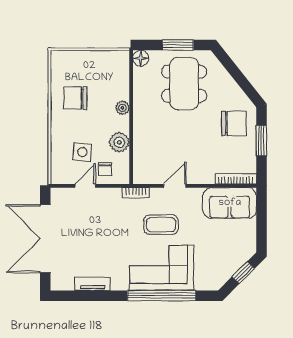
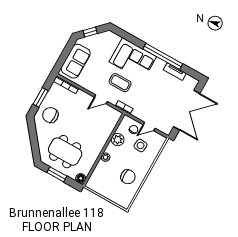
dining table: (184, 84) -> (65, 152), turned 90
sofa: (230, 203) -> (76, 61), moved, turned 90
window: (162, 296) -> (163, 56), moved

